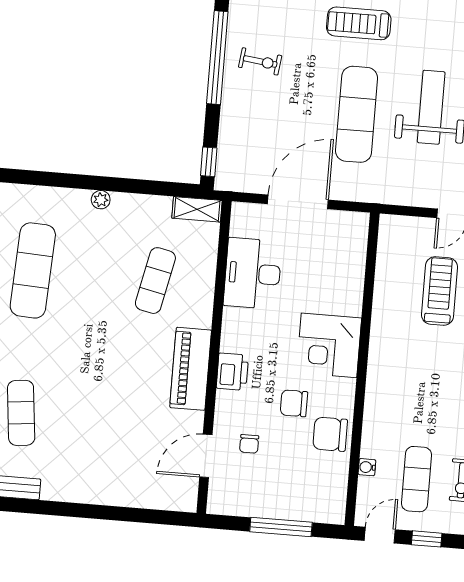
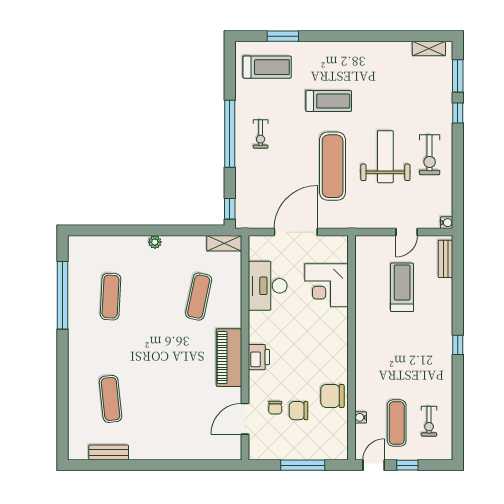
treadmill: (359, 23) -> (329, 101), turned 180
exercise bike: (260, 61) -> (261, 134), turned 83
exercise mat: (33, 270) -> (111, 297), width x0.73, depth x0.69
corner desk: (329, 345) -> (326, 285), moved
chair: (294, 403) -> (299, 411), moved

